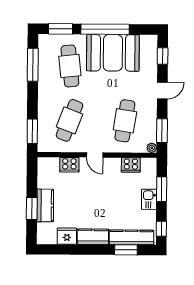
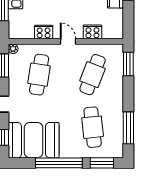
booth: (113, 53) -> (34, 140), moved
cooker: (131, 165) -> (44, 32), moved

